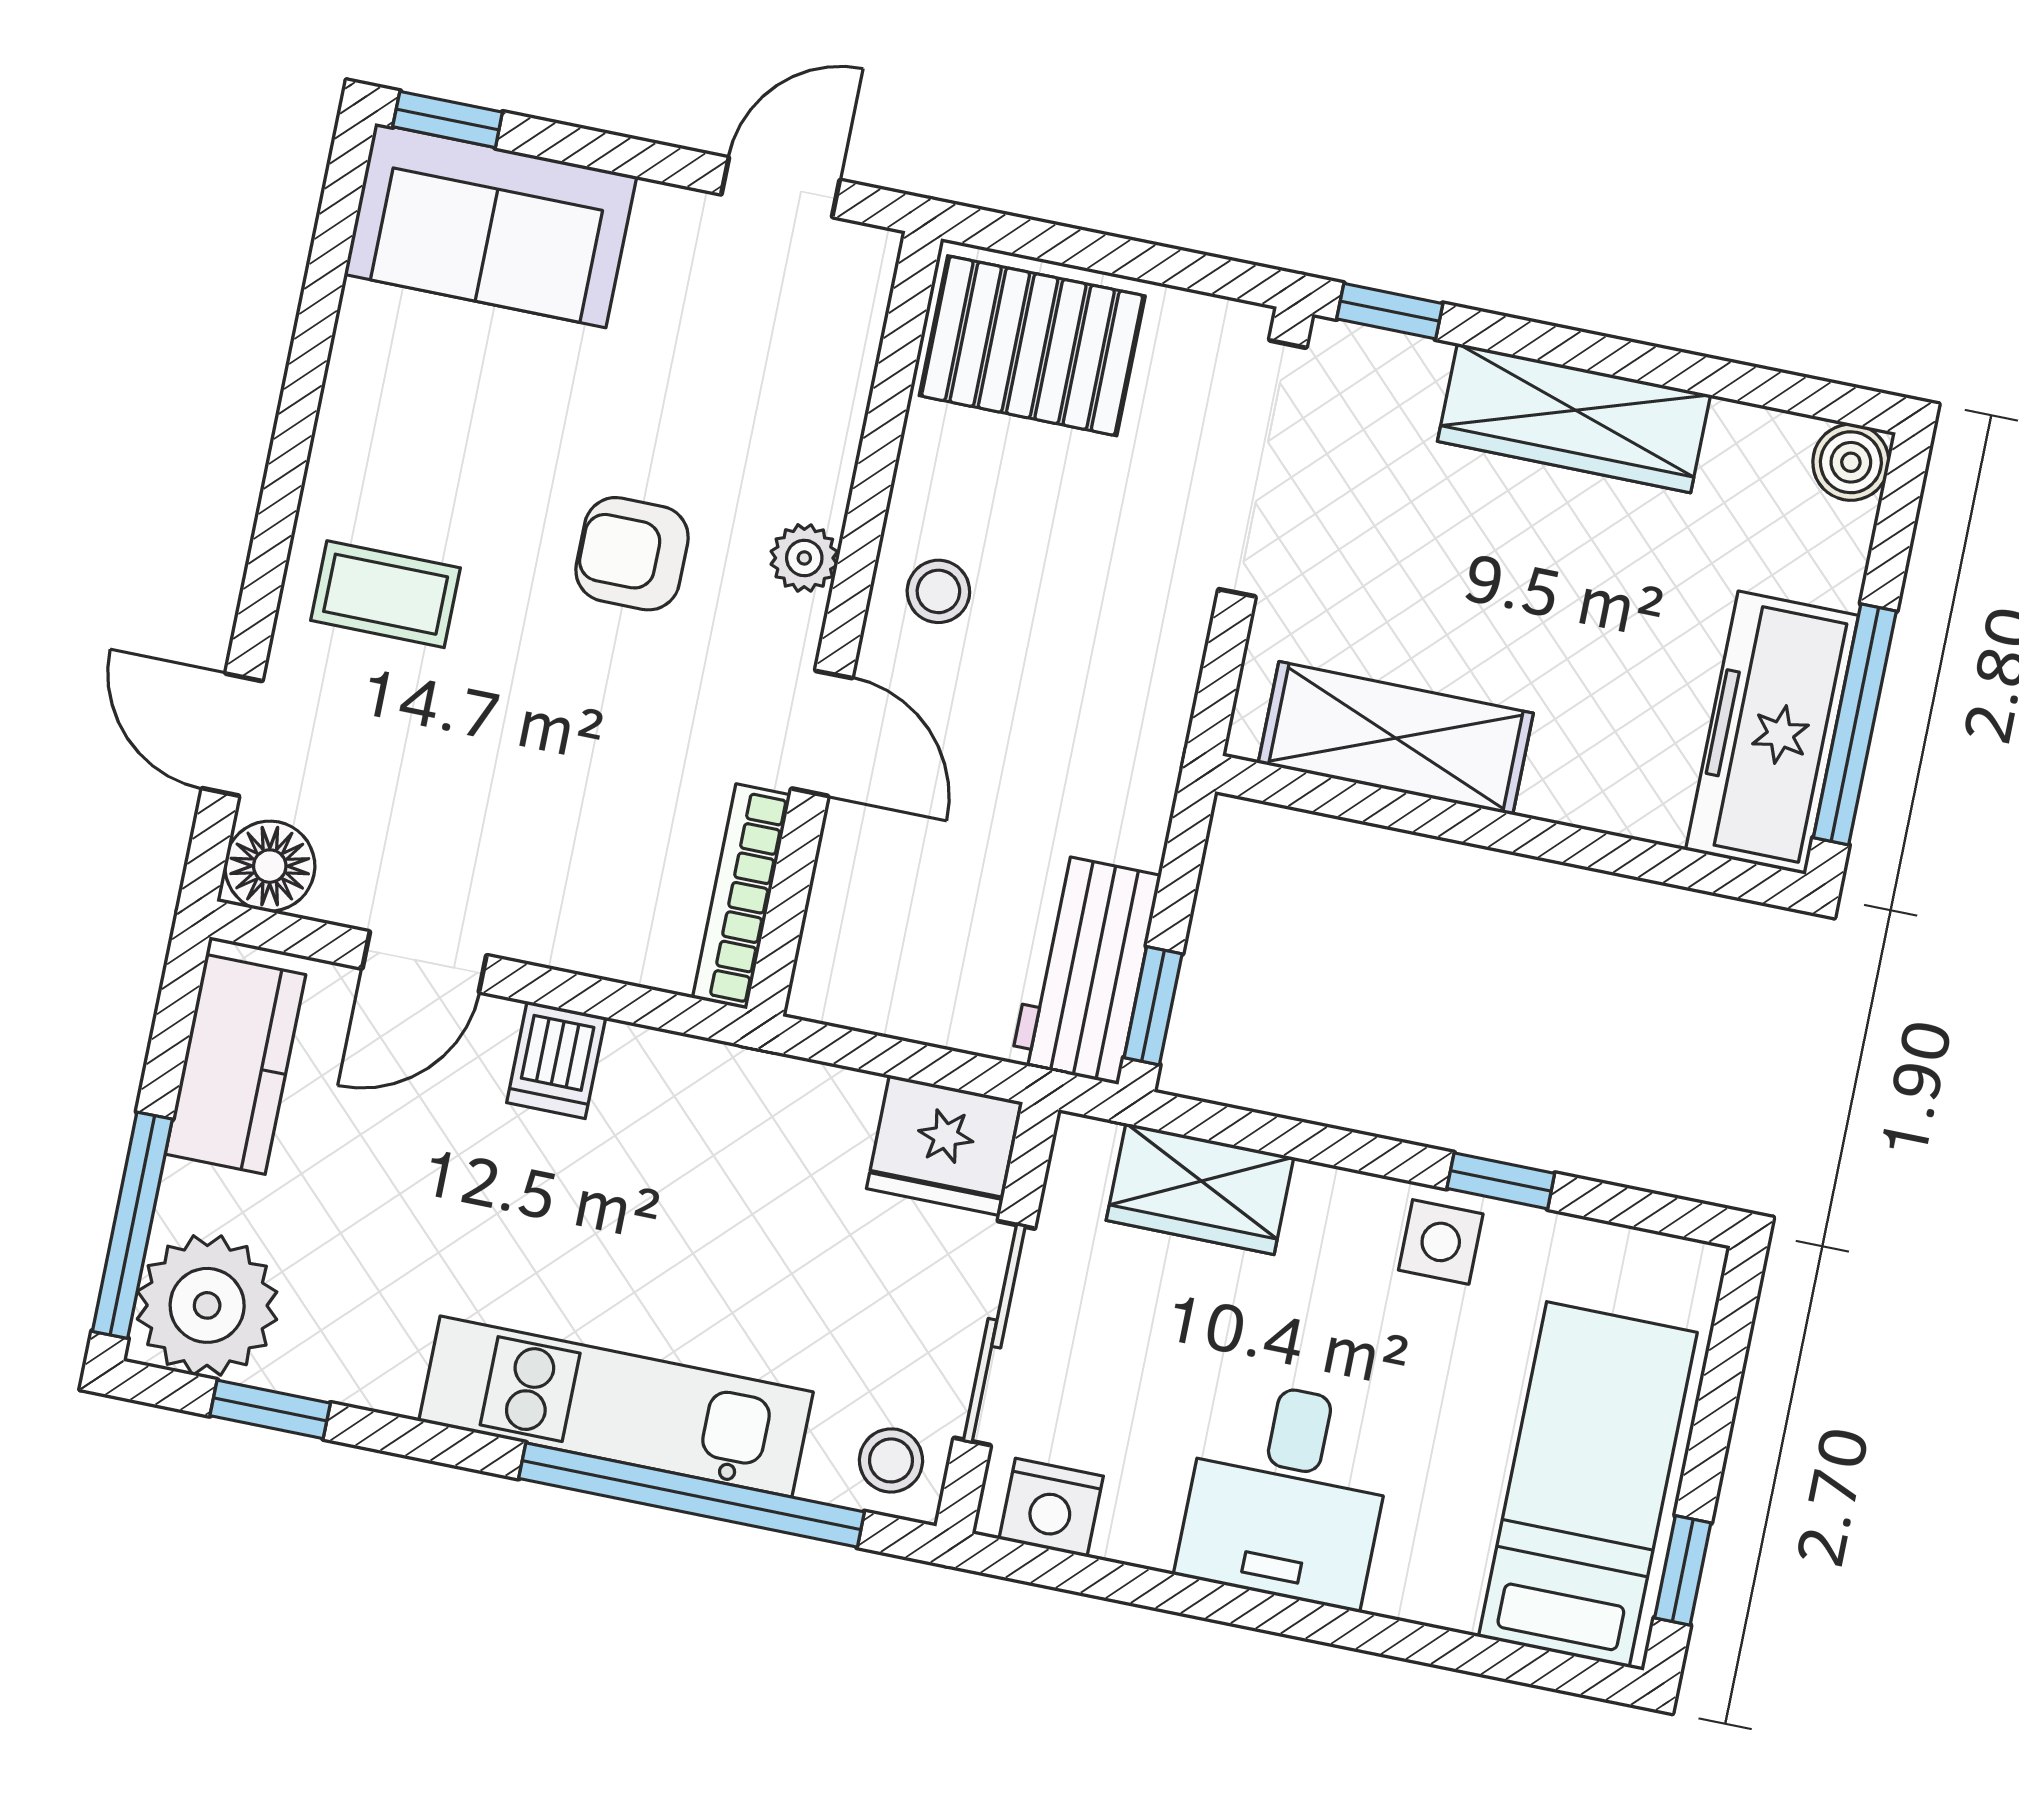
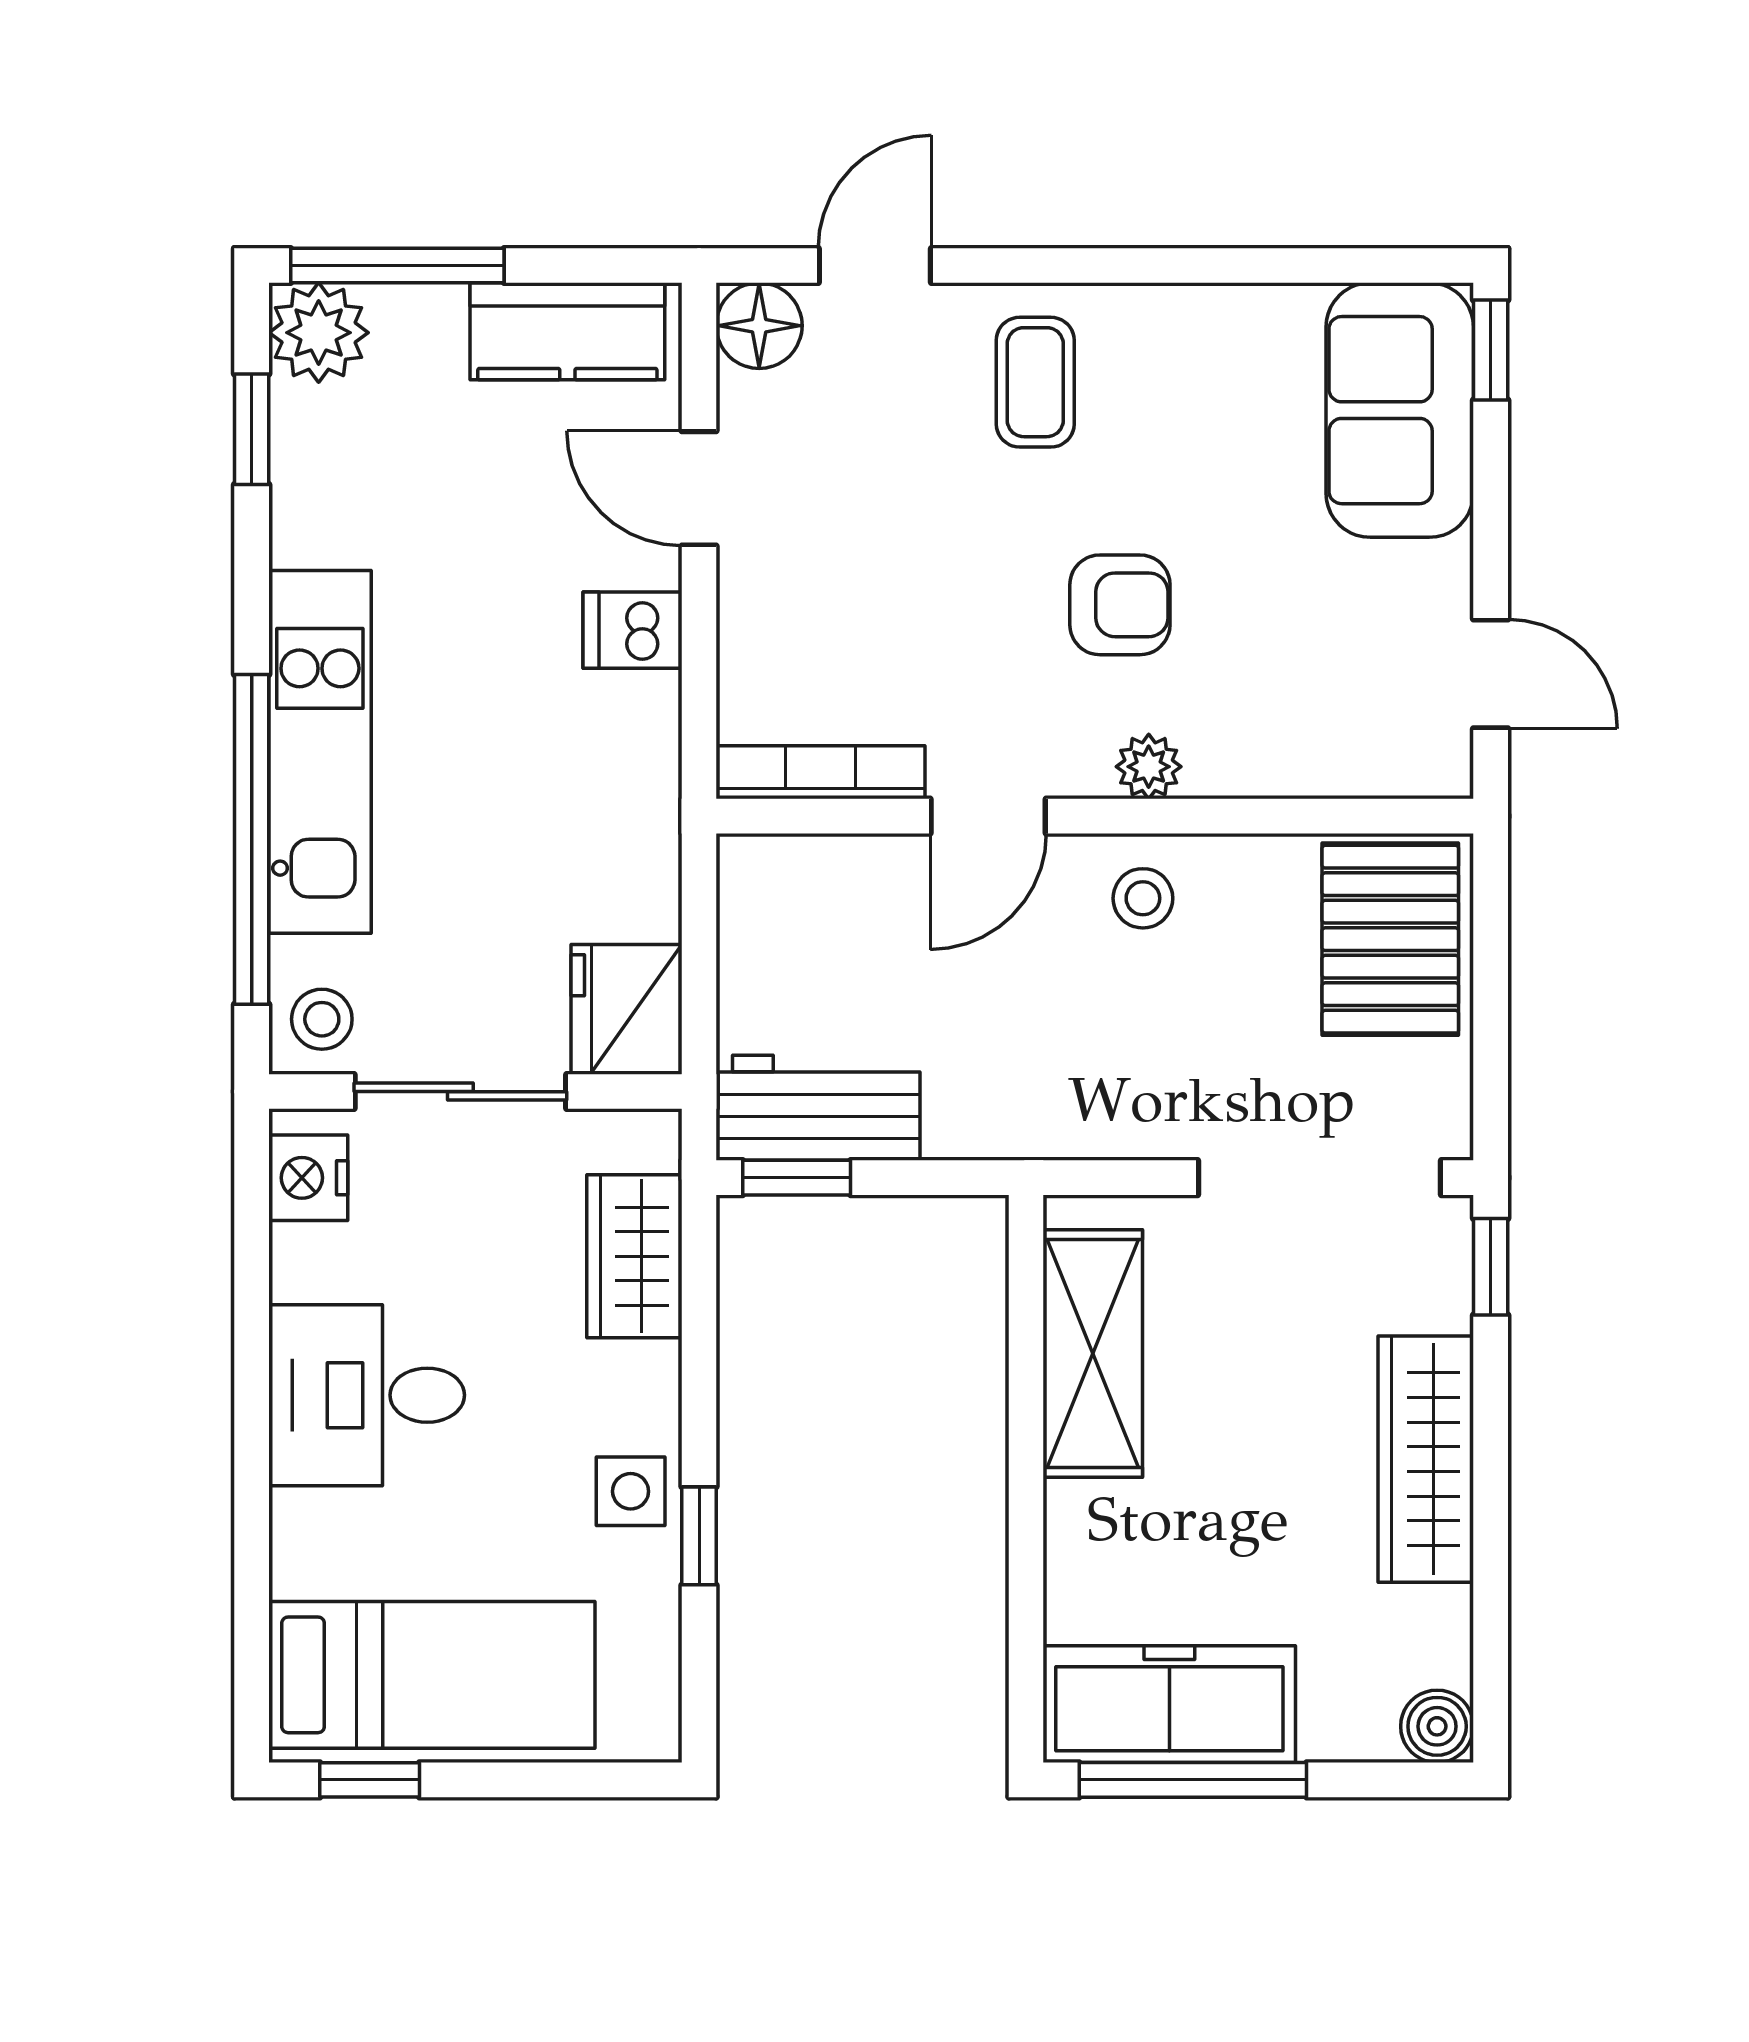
armchair: (632, 554) -> (1120, 605), turned 90
plant: (207, 1305) -> (319, 333), width x0.73, depth x0.73

